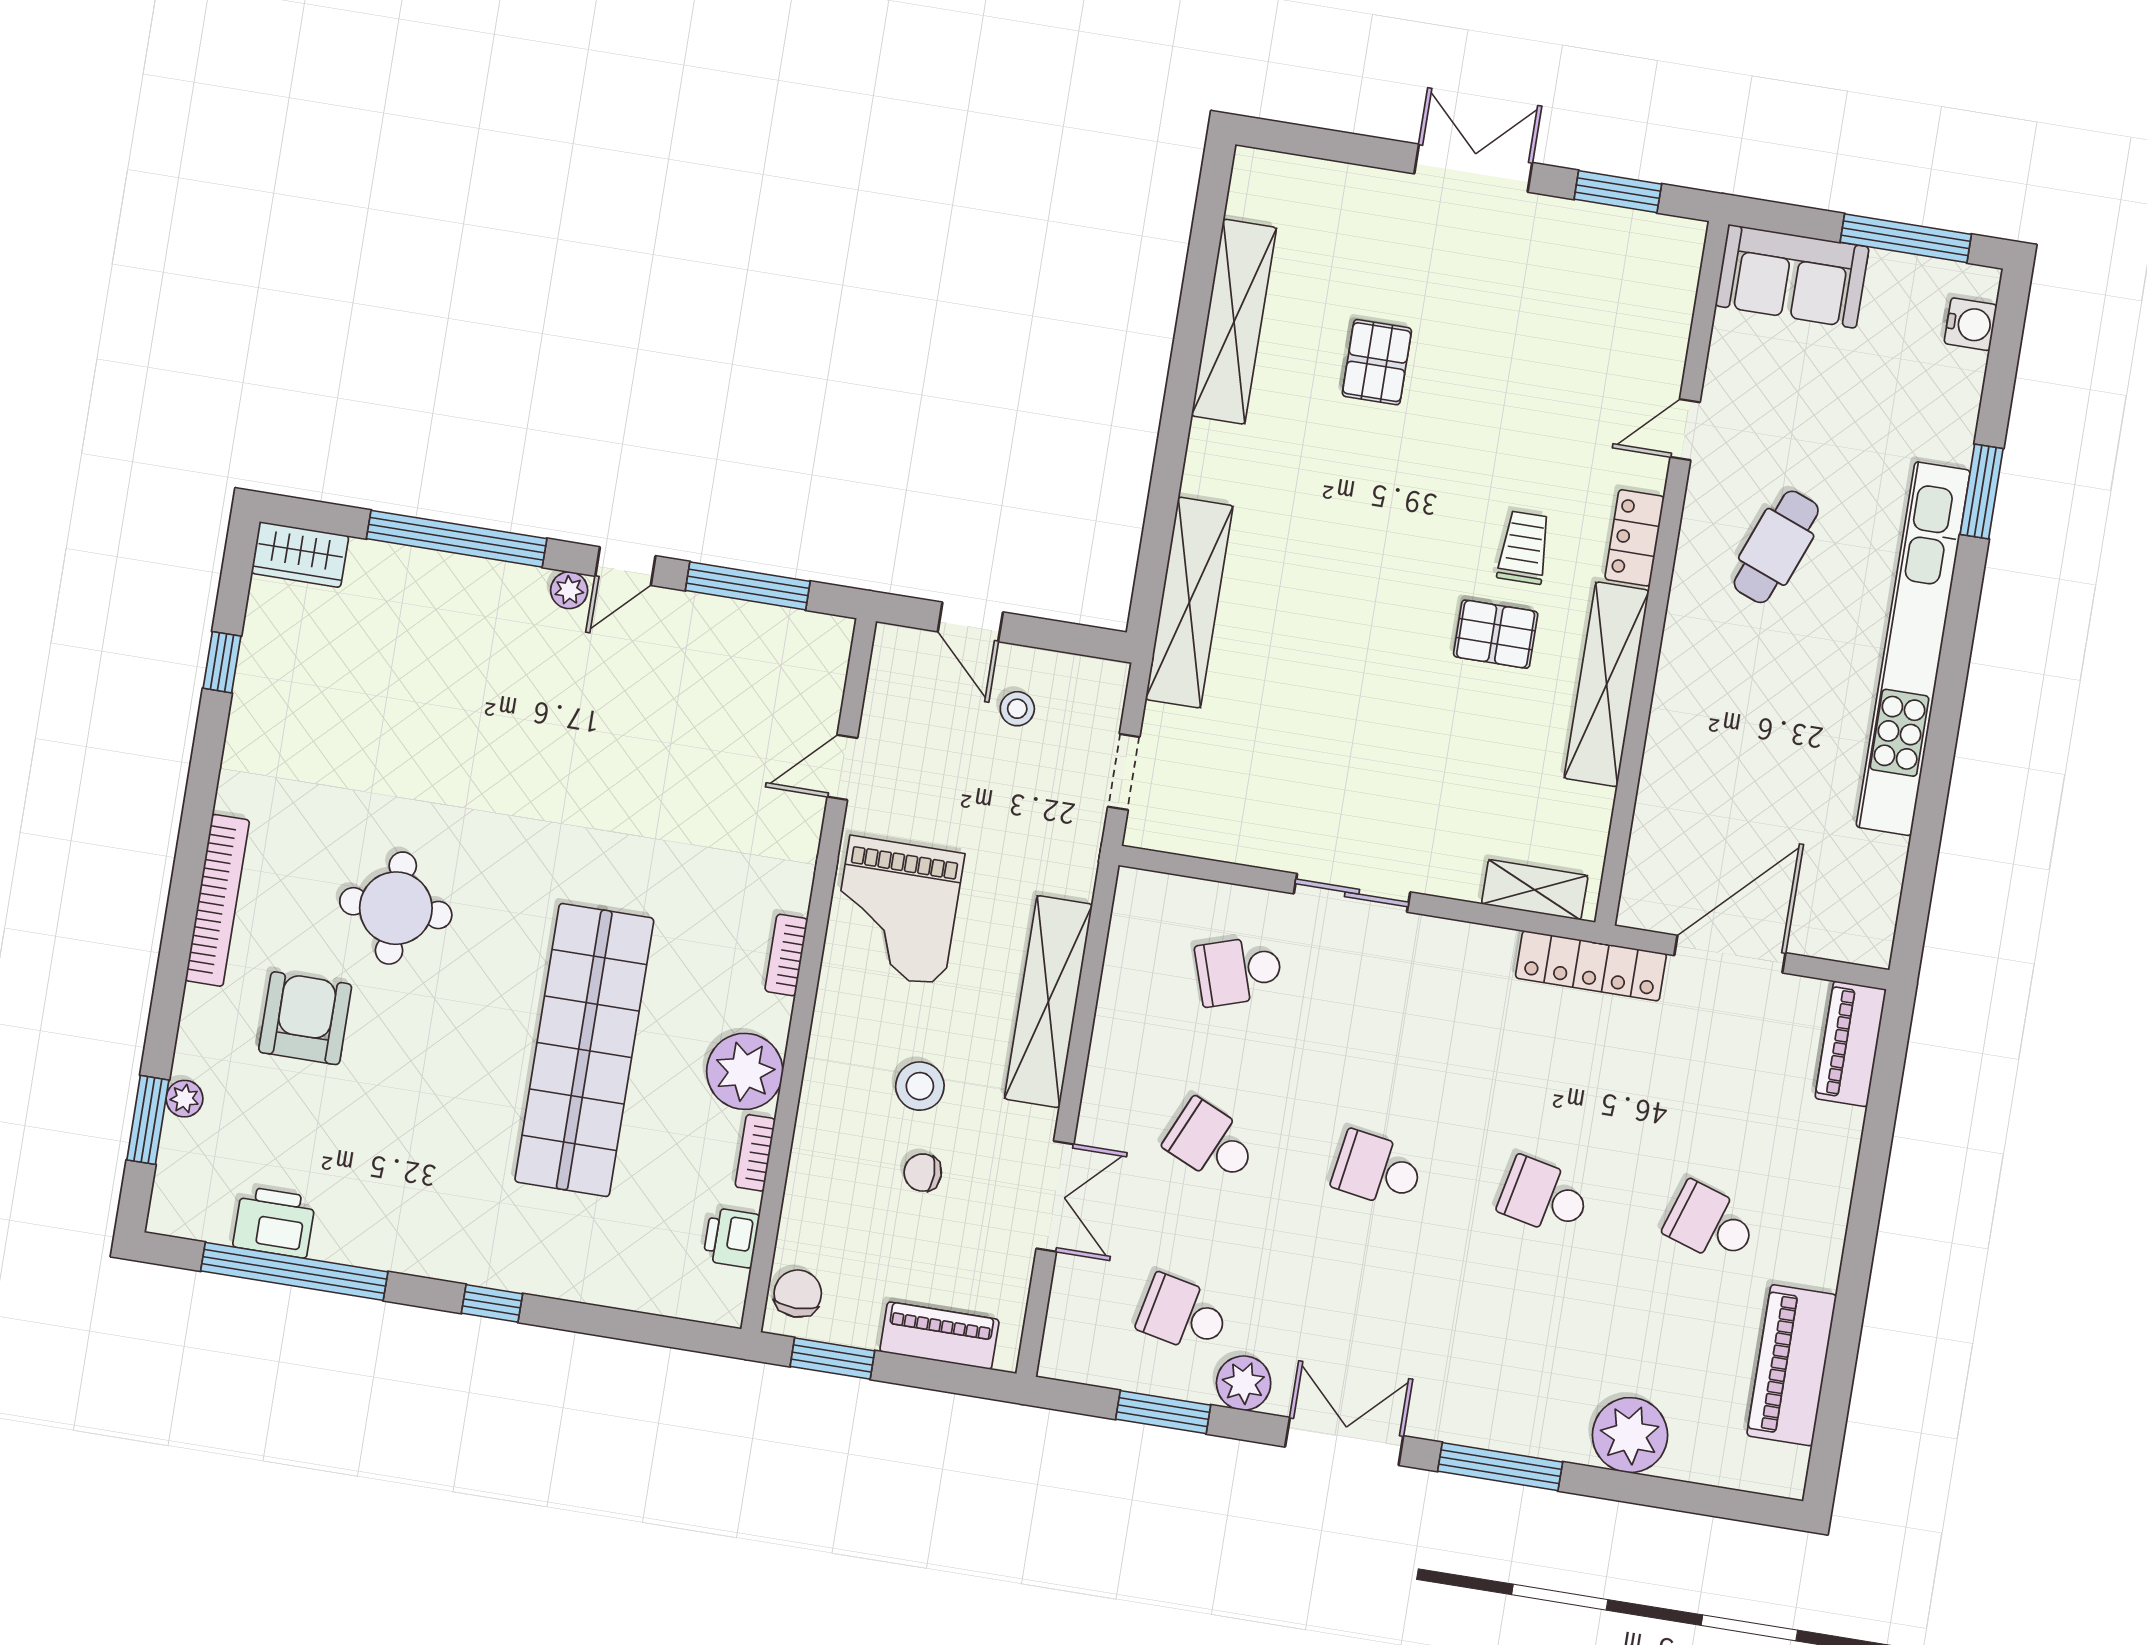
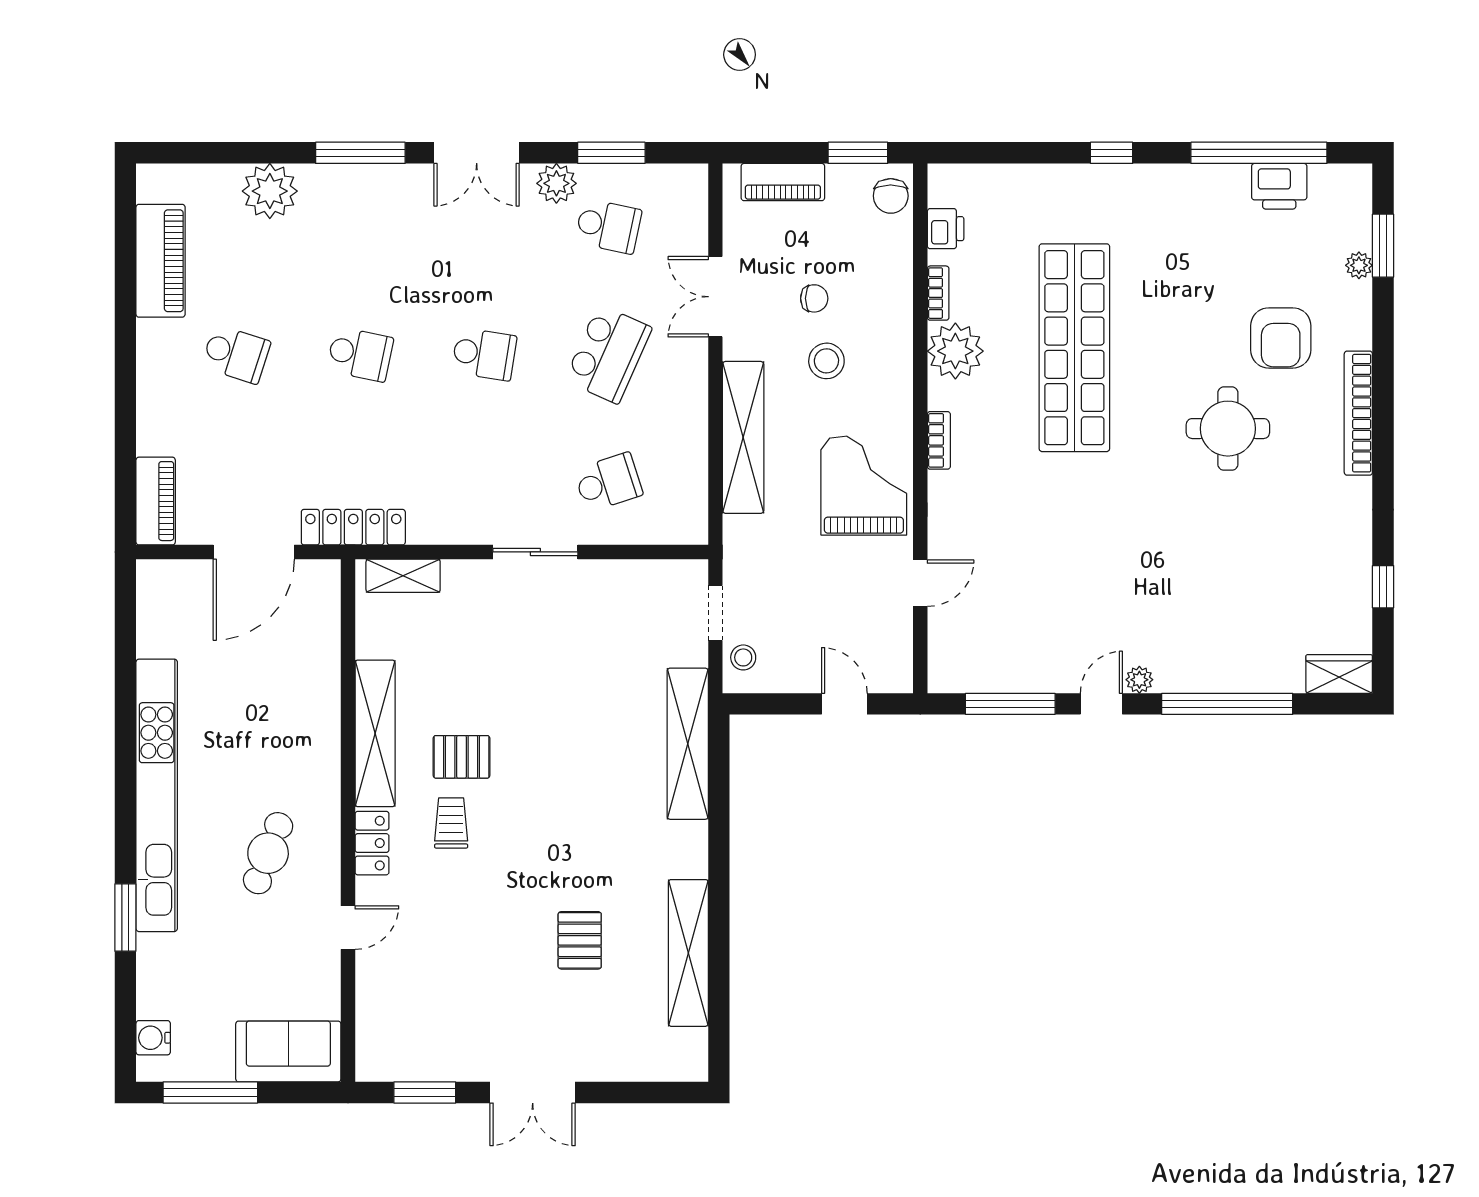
trolley: (1524, 548) -> (451, 823), turned 180
stool: (1017, 709) -> (743, 657), moved
school desk: (1211, 1143) -> (608, 354), width x1.85

